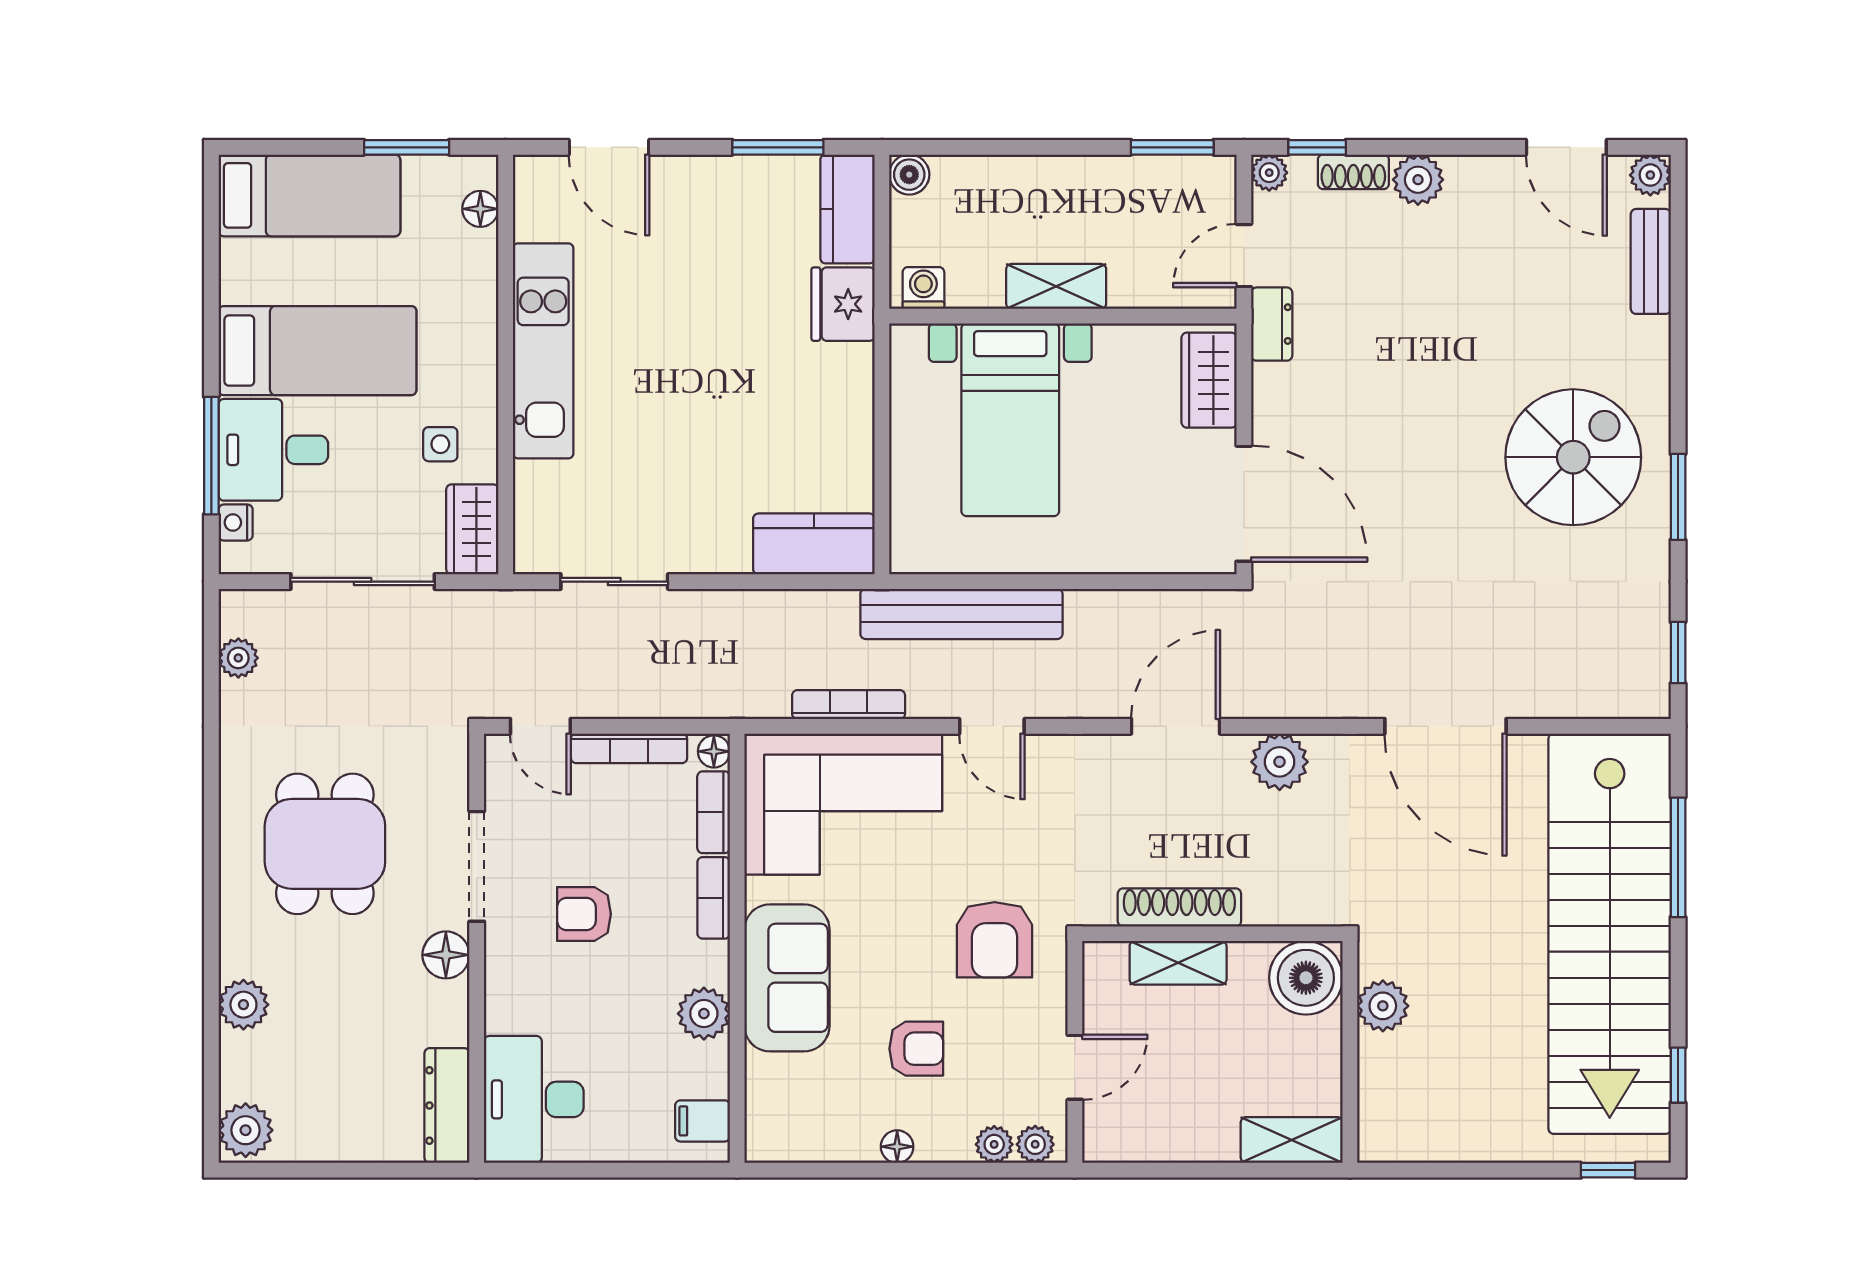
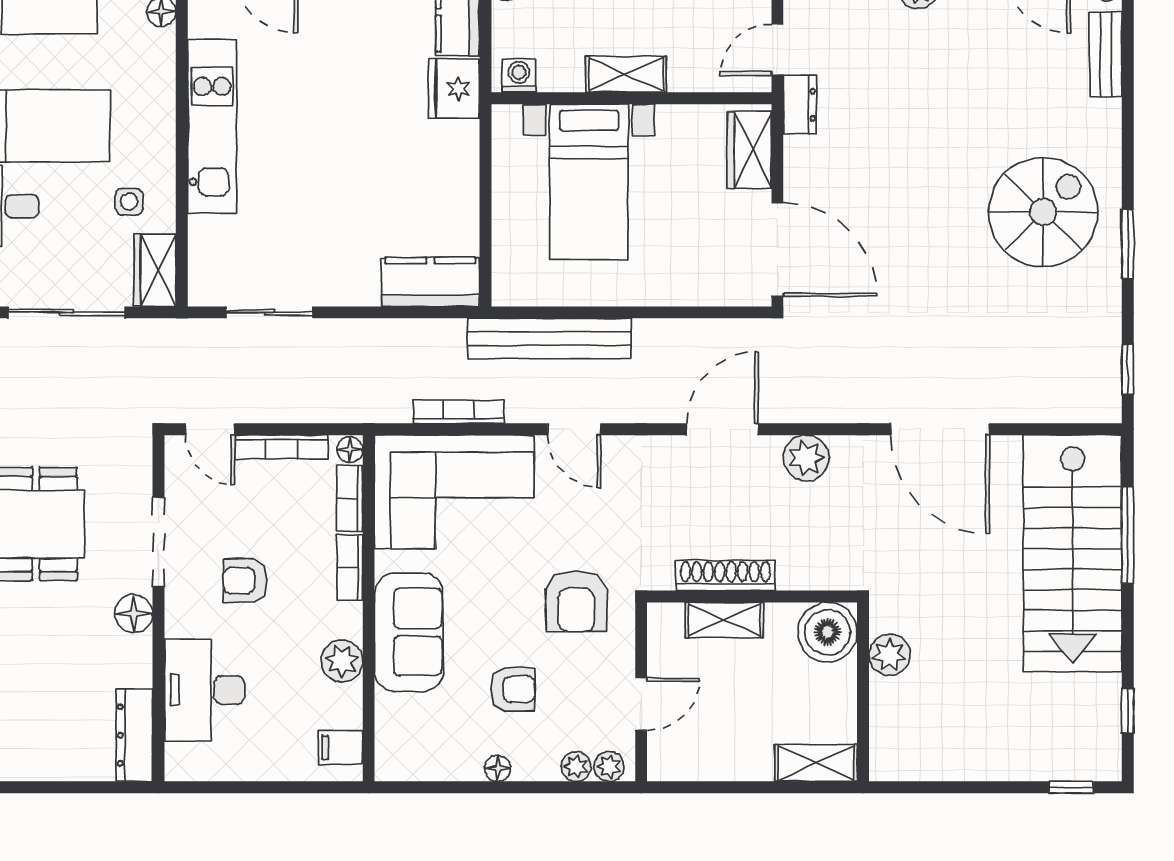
stairs: (1610, 934) -> (1073, 553), width x0.73
desk: (534, 1099) -> (205, 690), moved

